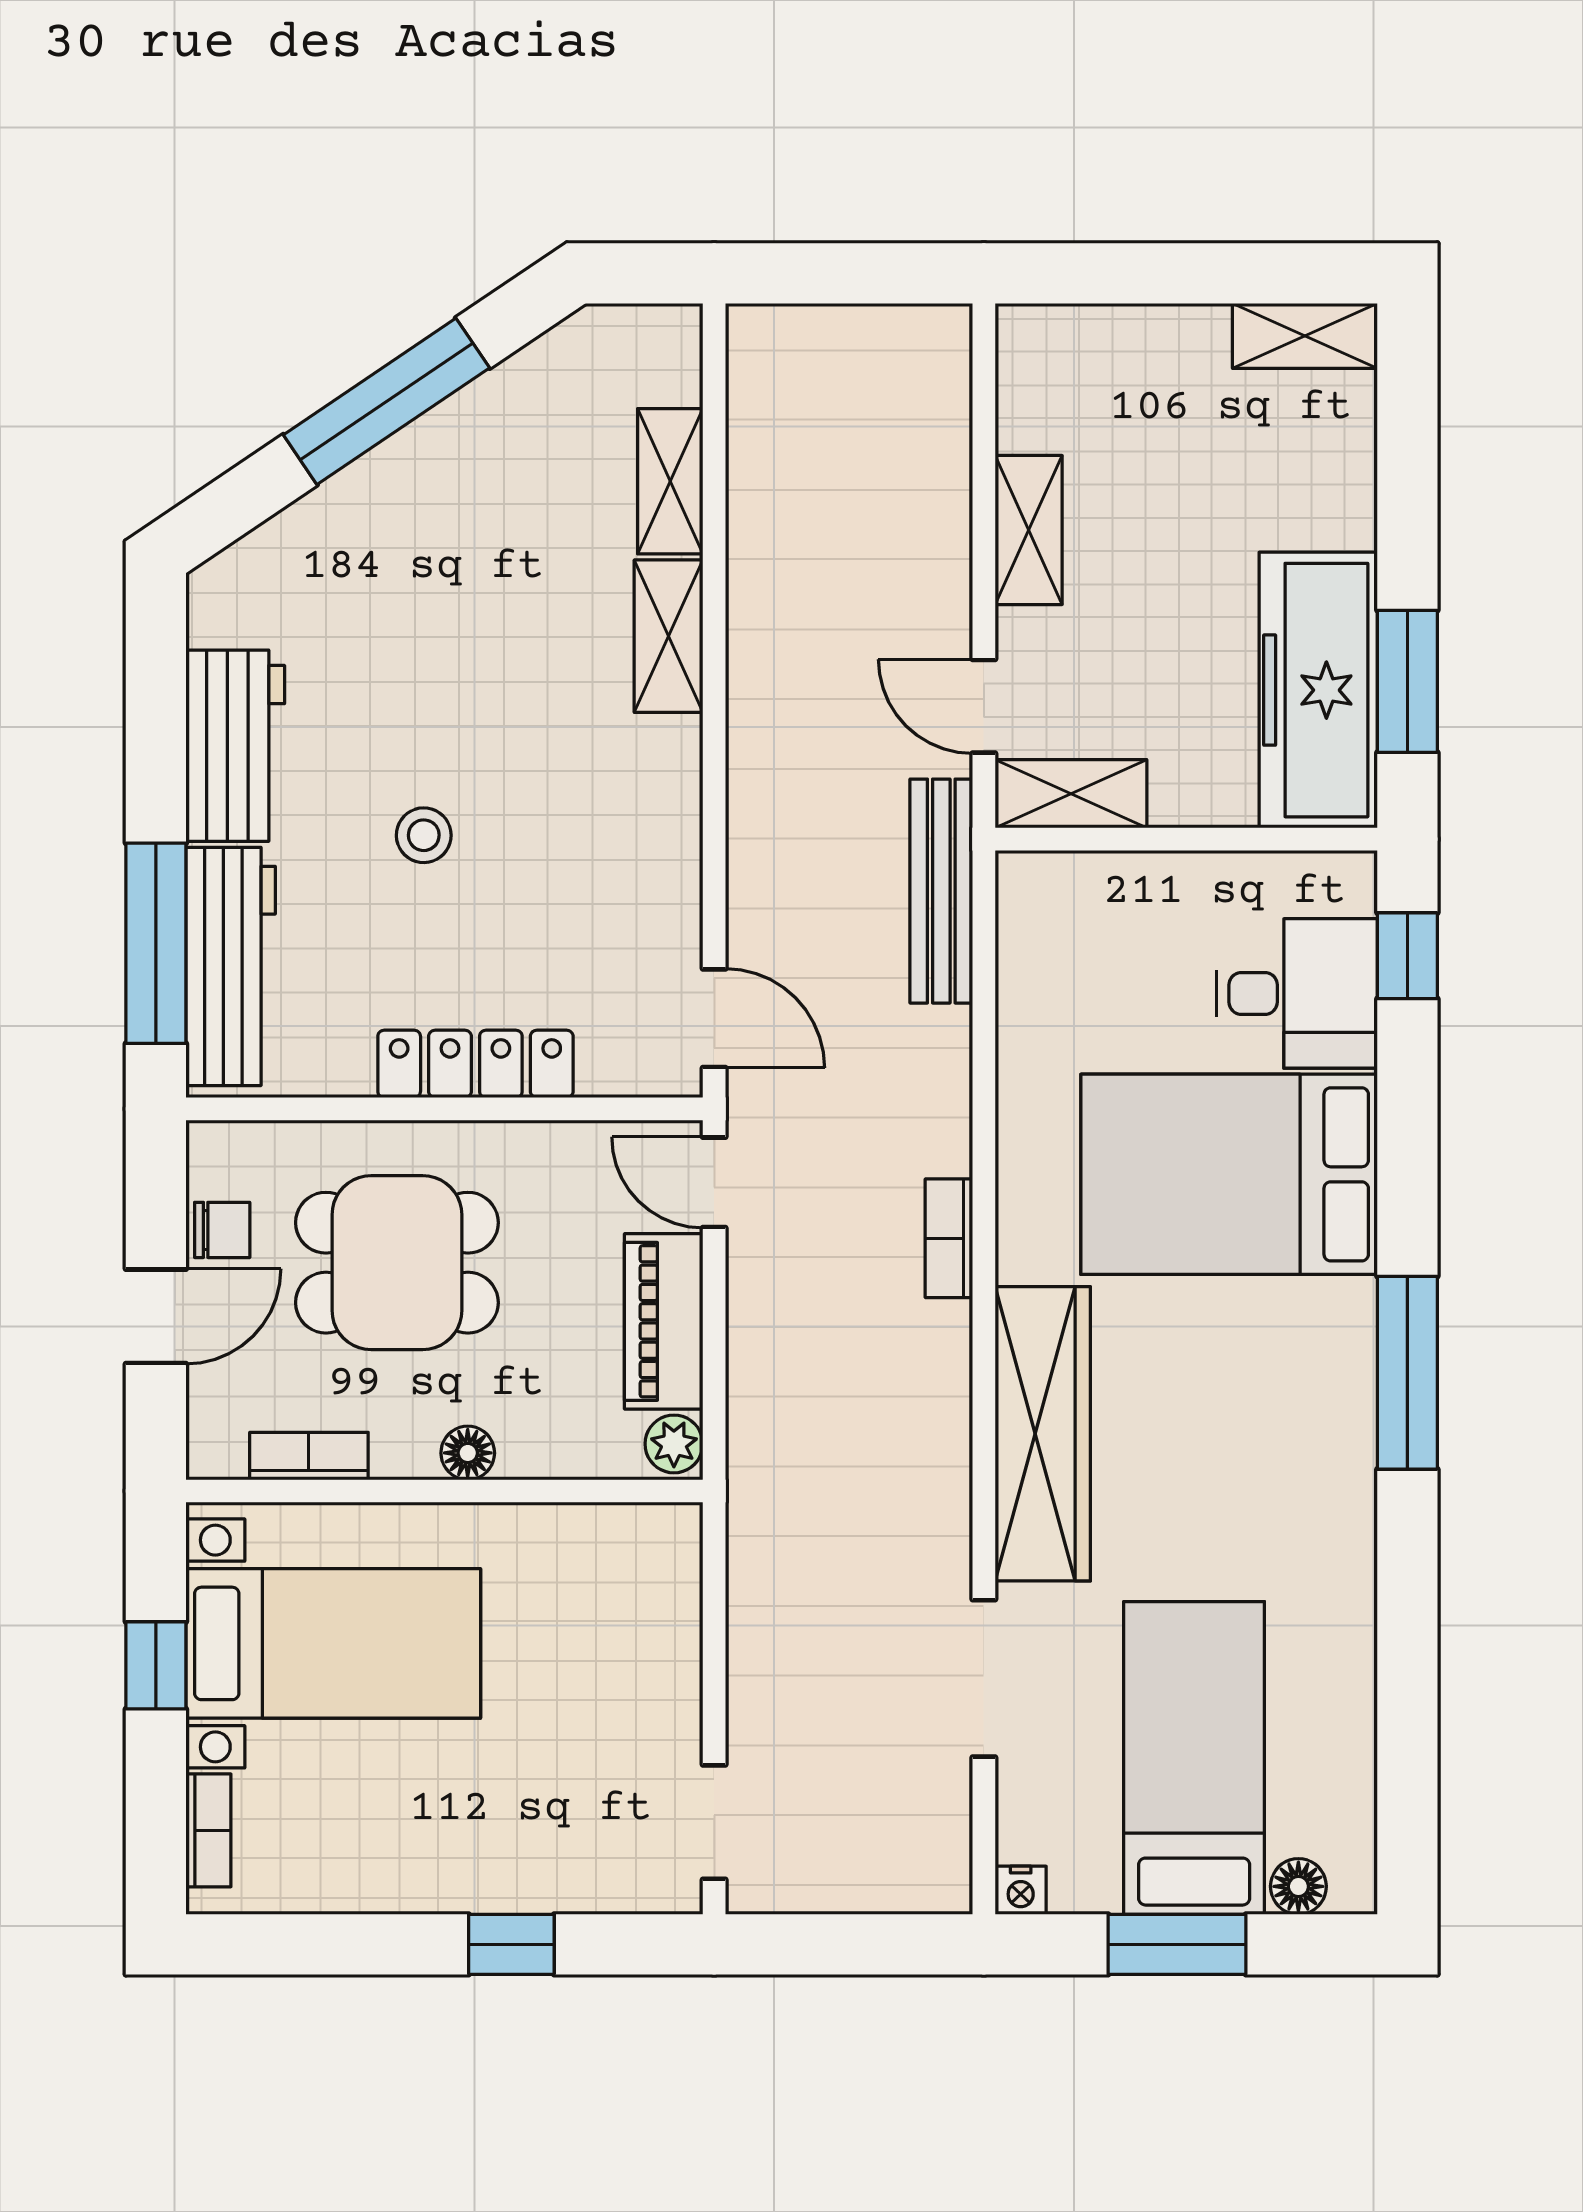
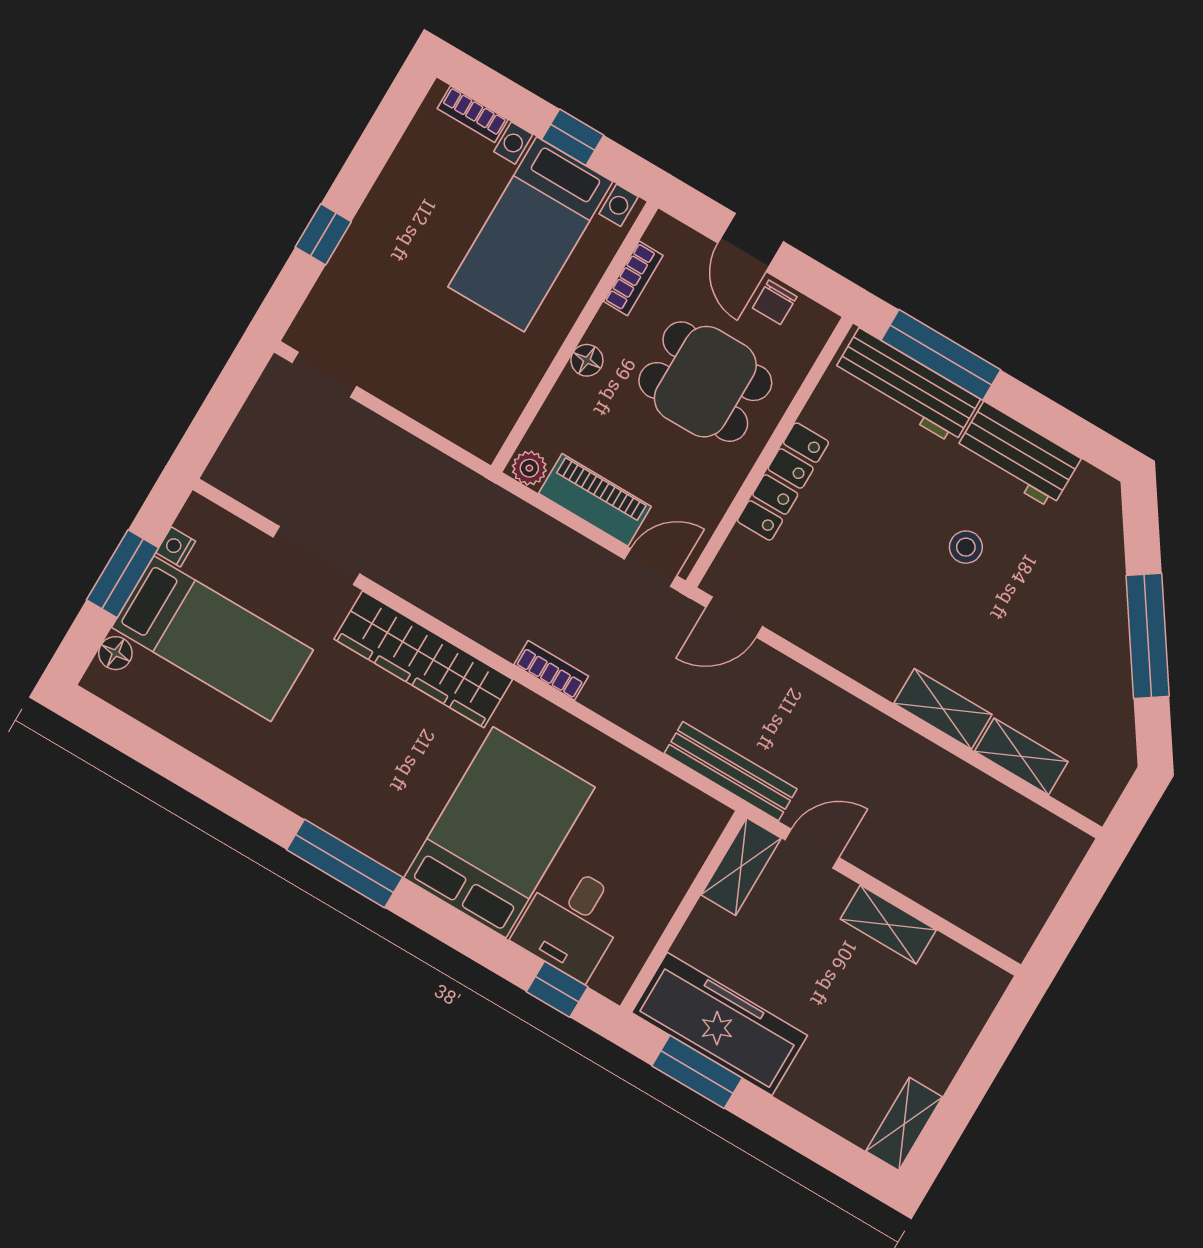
stool: (424, 835) -> (966, 547), moved
dining table: (397, 1263) -> (705, 382), turned 90
nightstand: (1021, 1890) -> (176, 547), moved

